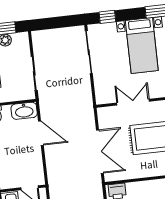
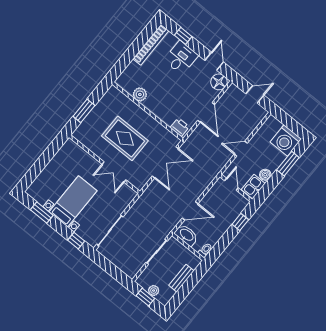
door: (41, 133) -> (190, 211), swing flipped
double door: (100, 152) -> (165, 162), swing flipped

